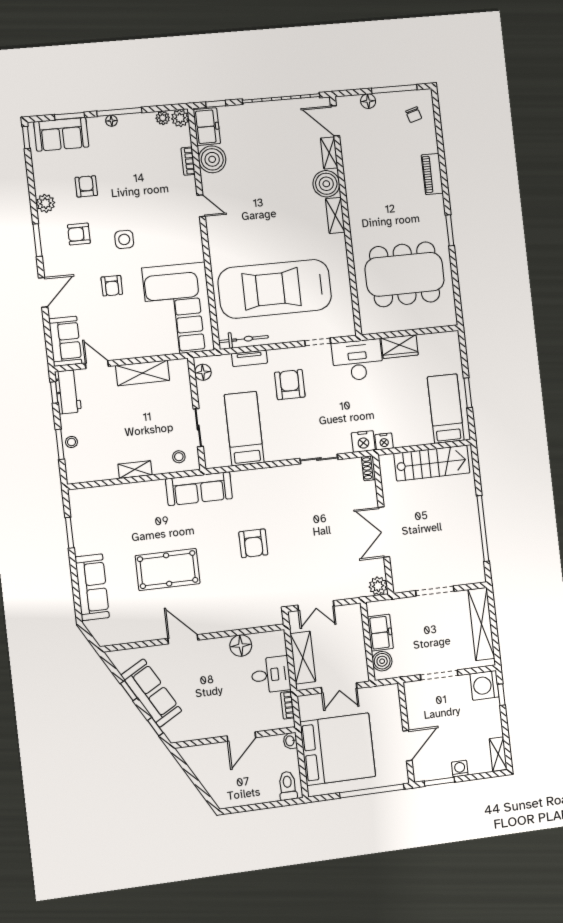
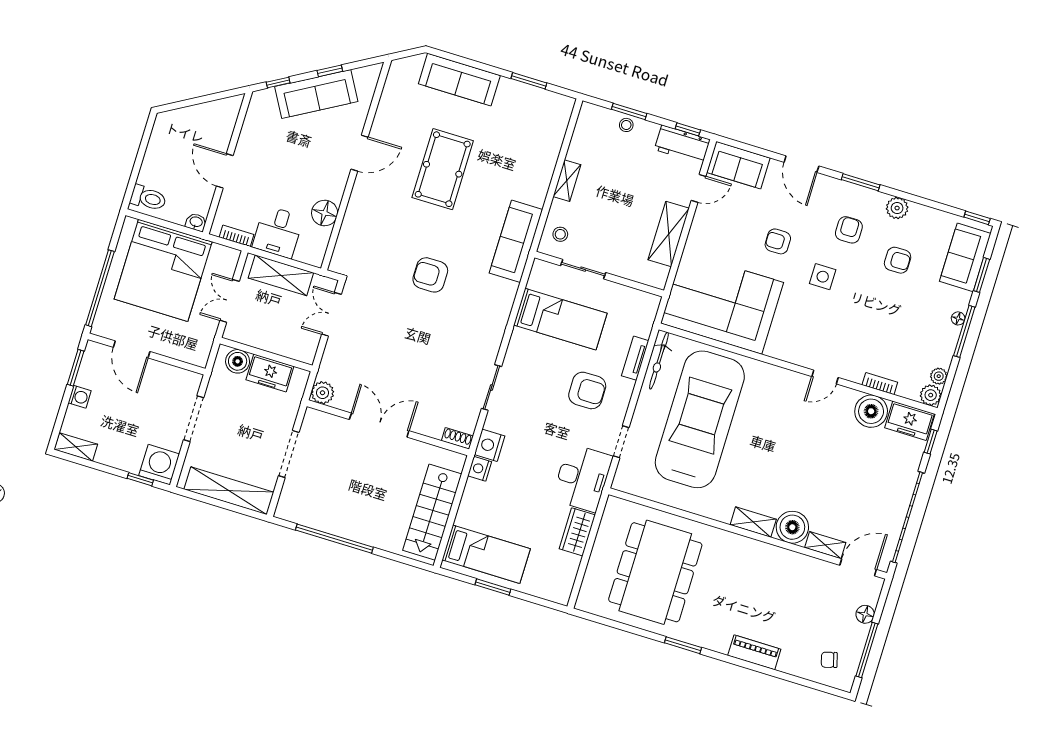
floor lamp: (203, 372) -> (641, 300), removed

